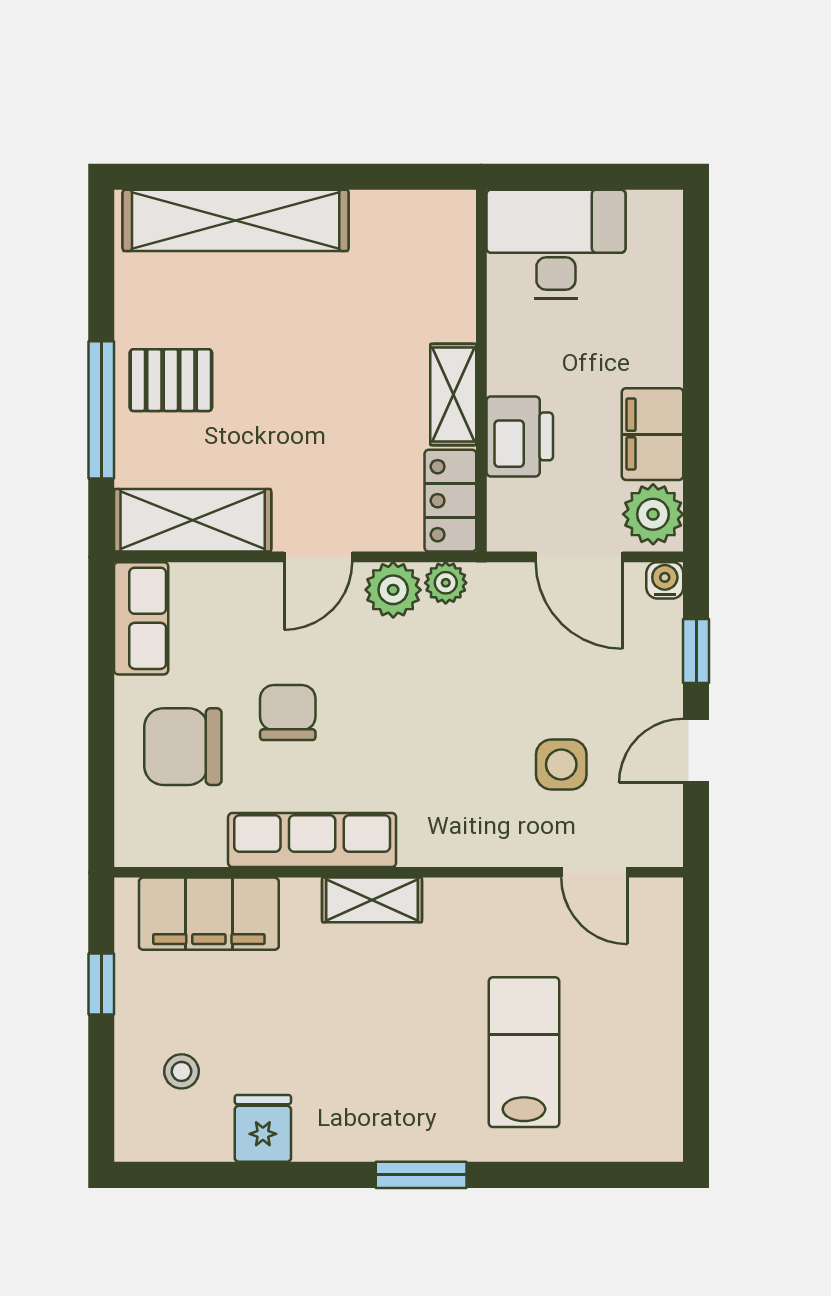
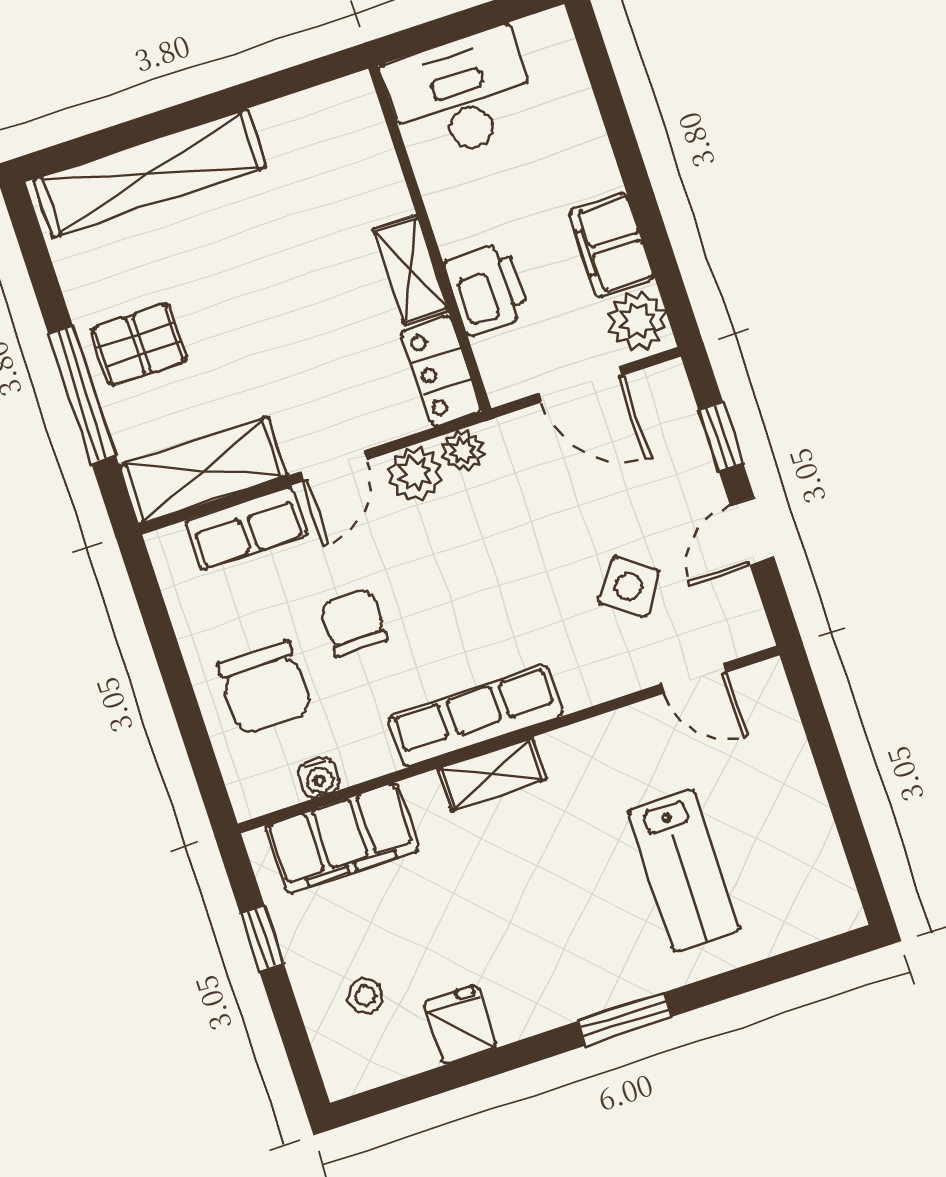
water cooler: (665, 580) -> (319, 778), moved, turned 180
row of seats: (141, 618) -> (246, 528), moved, turned 90
chair: (183, 747) -> (265, 688), turned -90
side table: (561, 765) -> (629, 586), turned 36
row of seats: (312, 840) -> (476, 716), moved
lab bench: (524, 1052) -> (684, 871), turned 180

